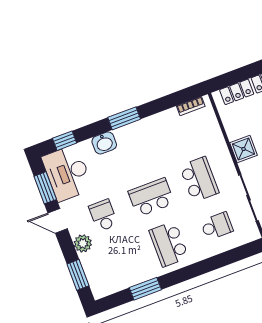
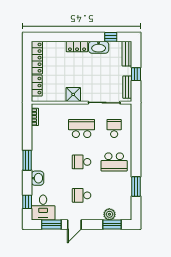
desk: (67, 173) -> (43, 208), width x0.73
school desk: (151, 197) -> (82, 162), width x0.54
plant: (83, 243) -> (109, 214), moved

